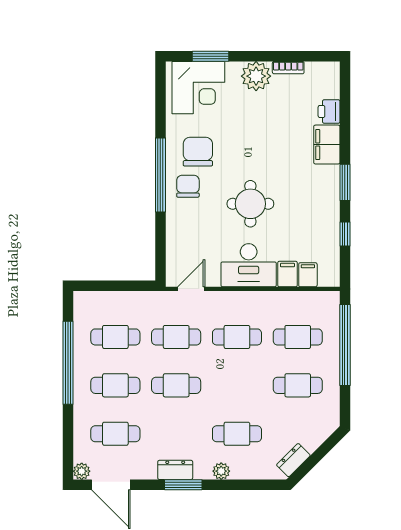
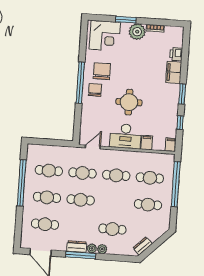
window: (210, 56) -> (126, 20), moved
filing cabinet: (308, 275) -> (171, 145), moved
plant: (82, 471) -> (92, 248), moved
window: (183, 485) -> (81, 255), width x1.44

